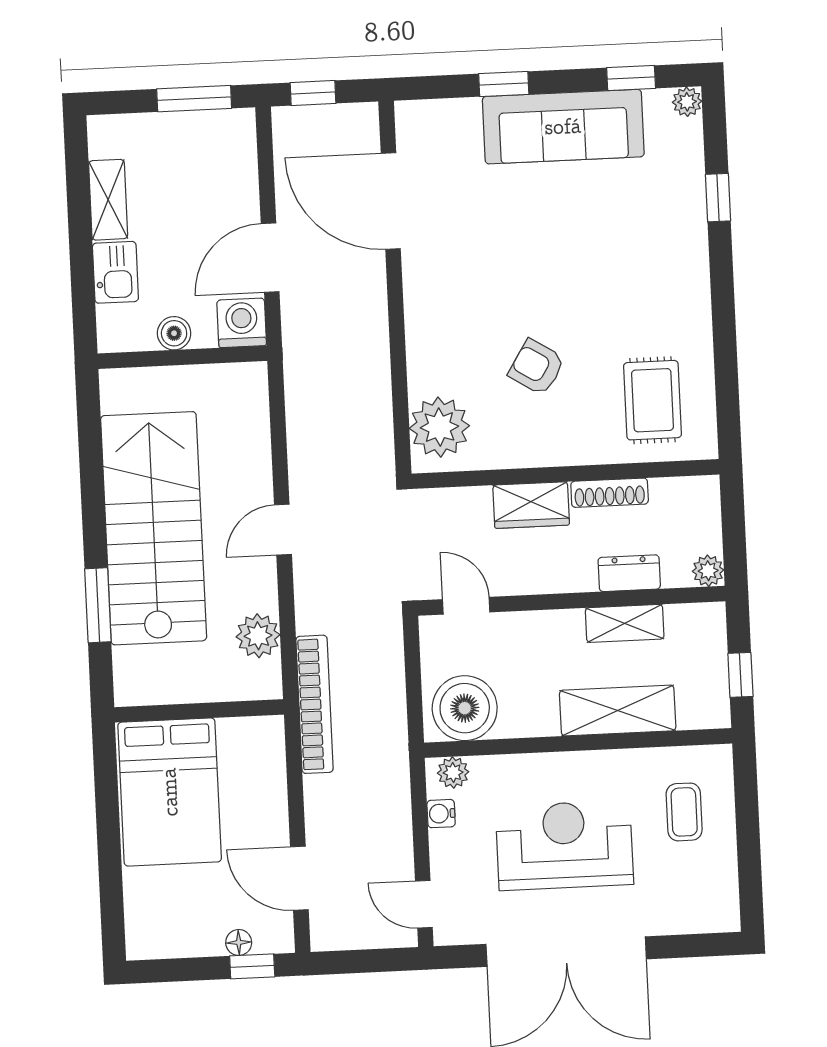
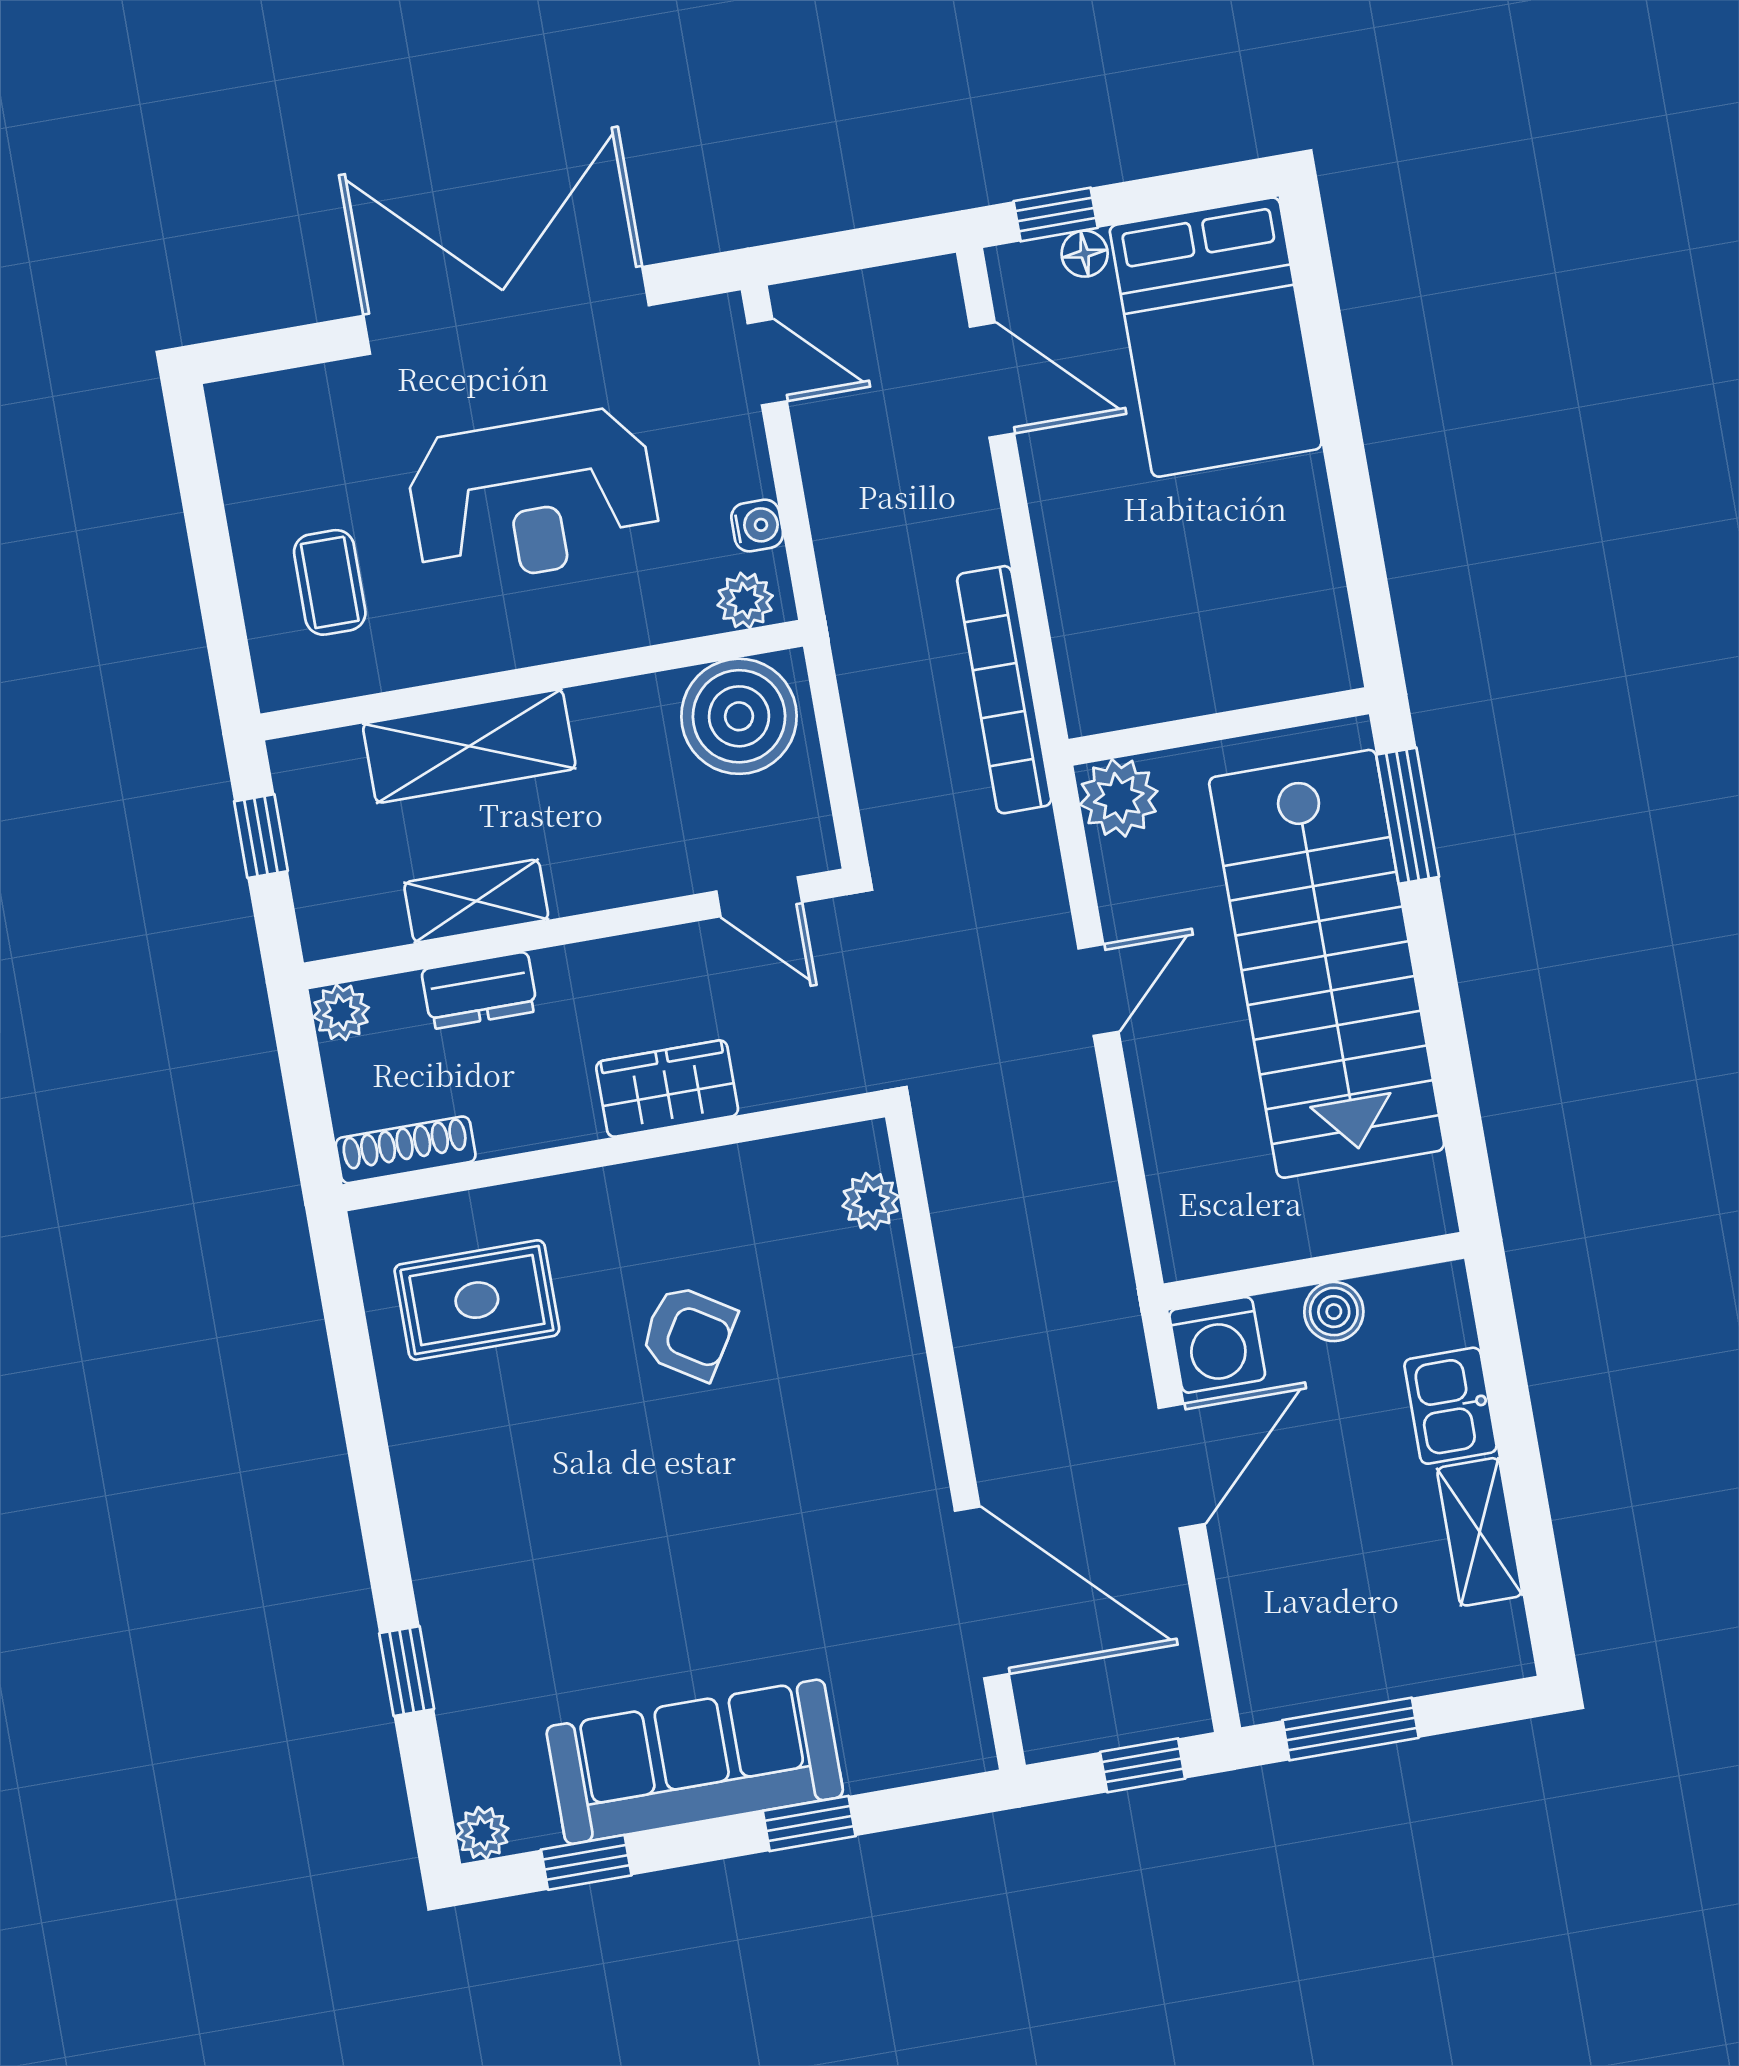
rug: (652, 400) -> (477, 1300), turned 90
plant: (439, 427) -> (871, 1201), width x0.53, depth x0.53
shoe rack: (610, 493) -> (406, 1150), moved
wall: (199, 711) -> (1219, 727), moved
bed: (170, 792) -> (1216, 337), moved, turned 180

